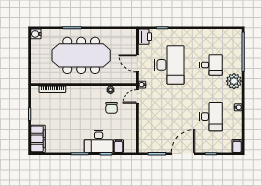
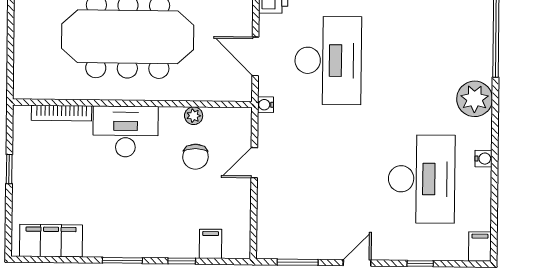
desk: (211, 65) -> (423, 61), removed
door: (137, 96) -> (254, 163), moved
desk: (211, 117) -> (422, 179), width x1.36, depth x1.30
filing cabinet: (38, 139) -> (51, 241), moved, turned -90
desk: (99, 141) -> (126, 131), moved, turned 180
door: (183, 154) -> (357, 263), width x0.53

